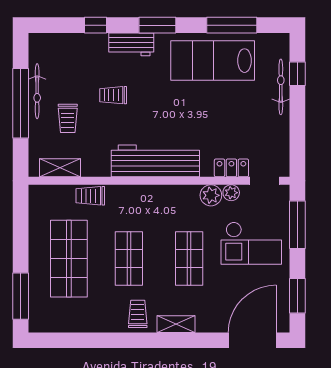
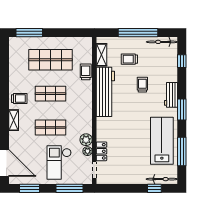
window: (95, 25) -> (182, 61), moved
bicycle: (281, 87) -> (162, 179), moved
bicycle: (37, 91) -> (162, 42), moved
workbench: (155, 161) -> (105, 92), moved

